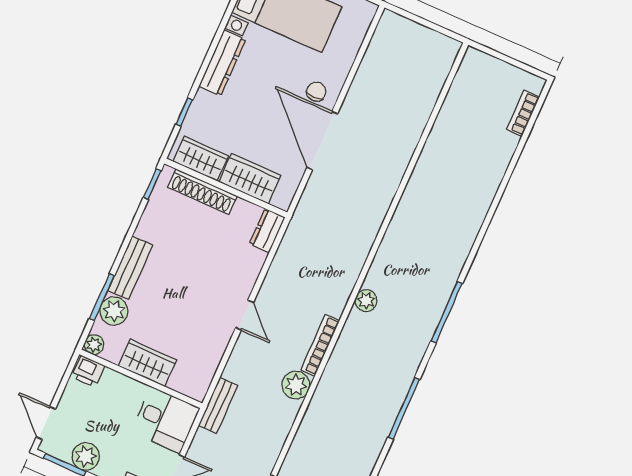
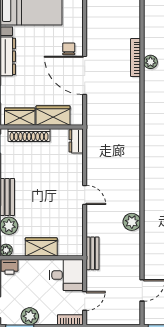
plant: (366, 301) -> (150, 62), moved
bookcase: (320, 345) -> (136, 58), moved

